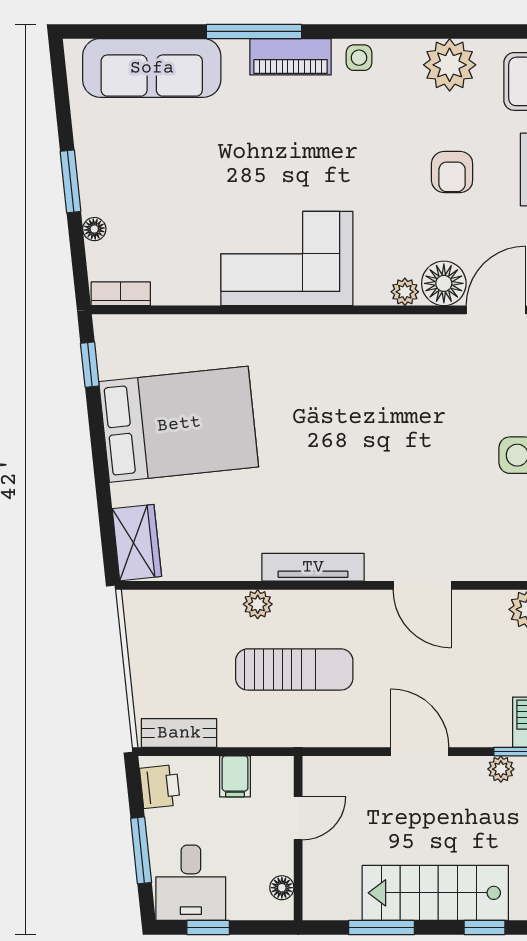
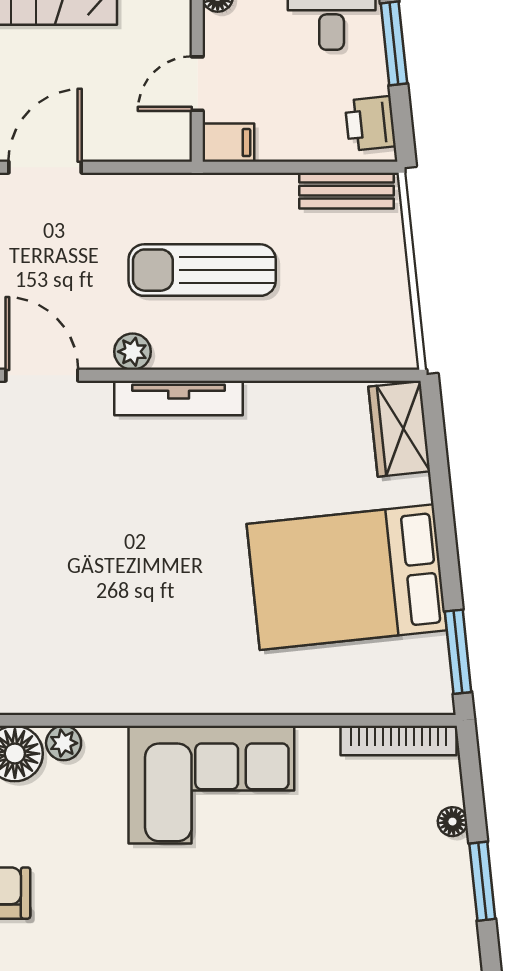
bookcase: (121, 294) -> (399, 740), width x1.56
window: (90, 365) -> (458, 652), width x1.50
plant: (258, 604) -> (133, 352), moved
door: (420, 752) -> (45, 167), swing flipped
filing cabinet: (235, 776) -> (228, 143), moved, turned 90

